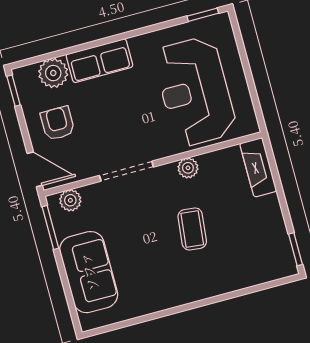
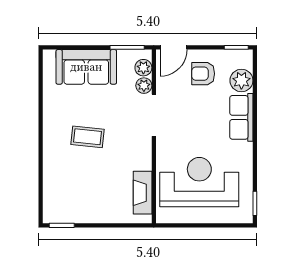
armchair: (58, 123) -> (203, 74), turned 180
fireplace: (258, 167) -> (143, 193), moved, turned -90
plant: (188, 168) -> (144, 86), moved
coffee table: (192, 229) -> (87, 137), moved

